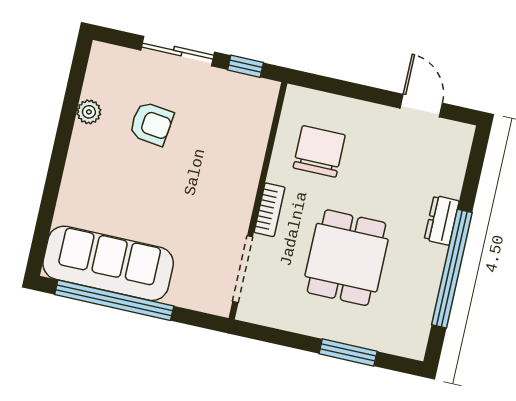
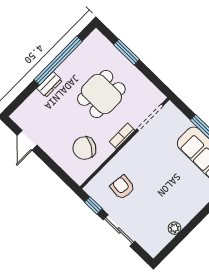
armchair: (151, 124) -> (122, 187), moved
chair: (319, 151) -> (84, 148), turned 30

